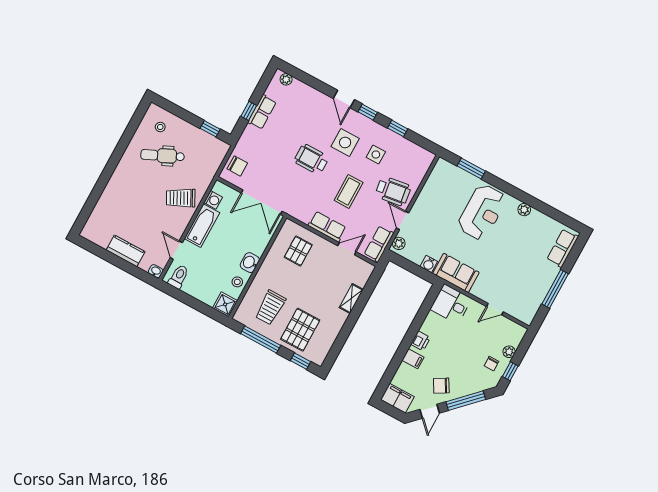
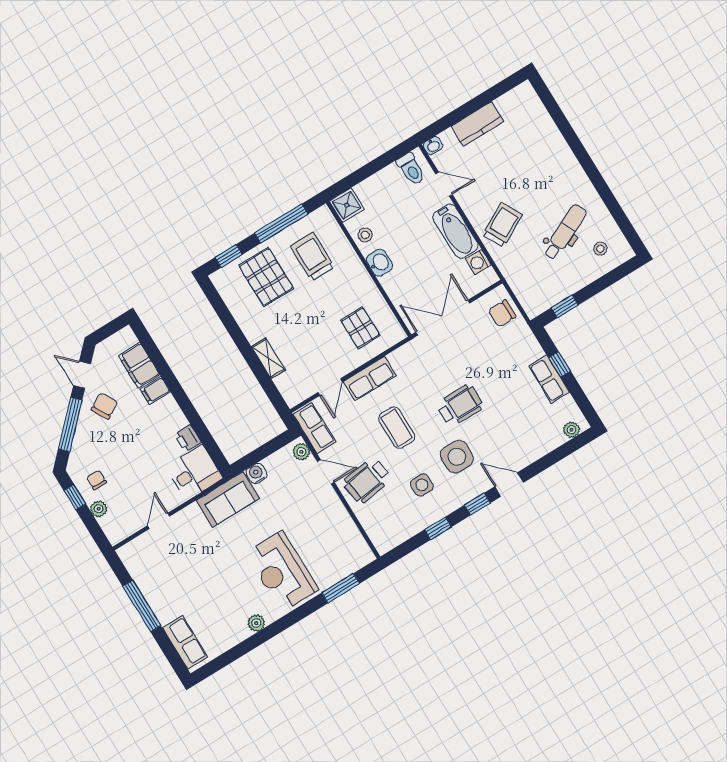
printer: (421, 341) -> (188, 438), moved
filing cabinet: (397, 398) -> (139, 365), moved, turned 90

